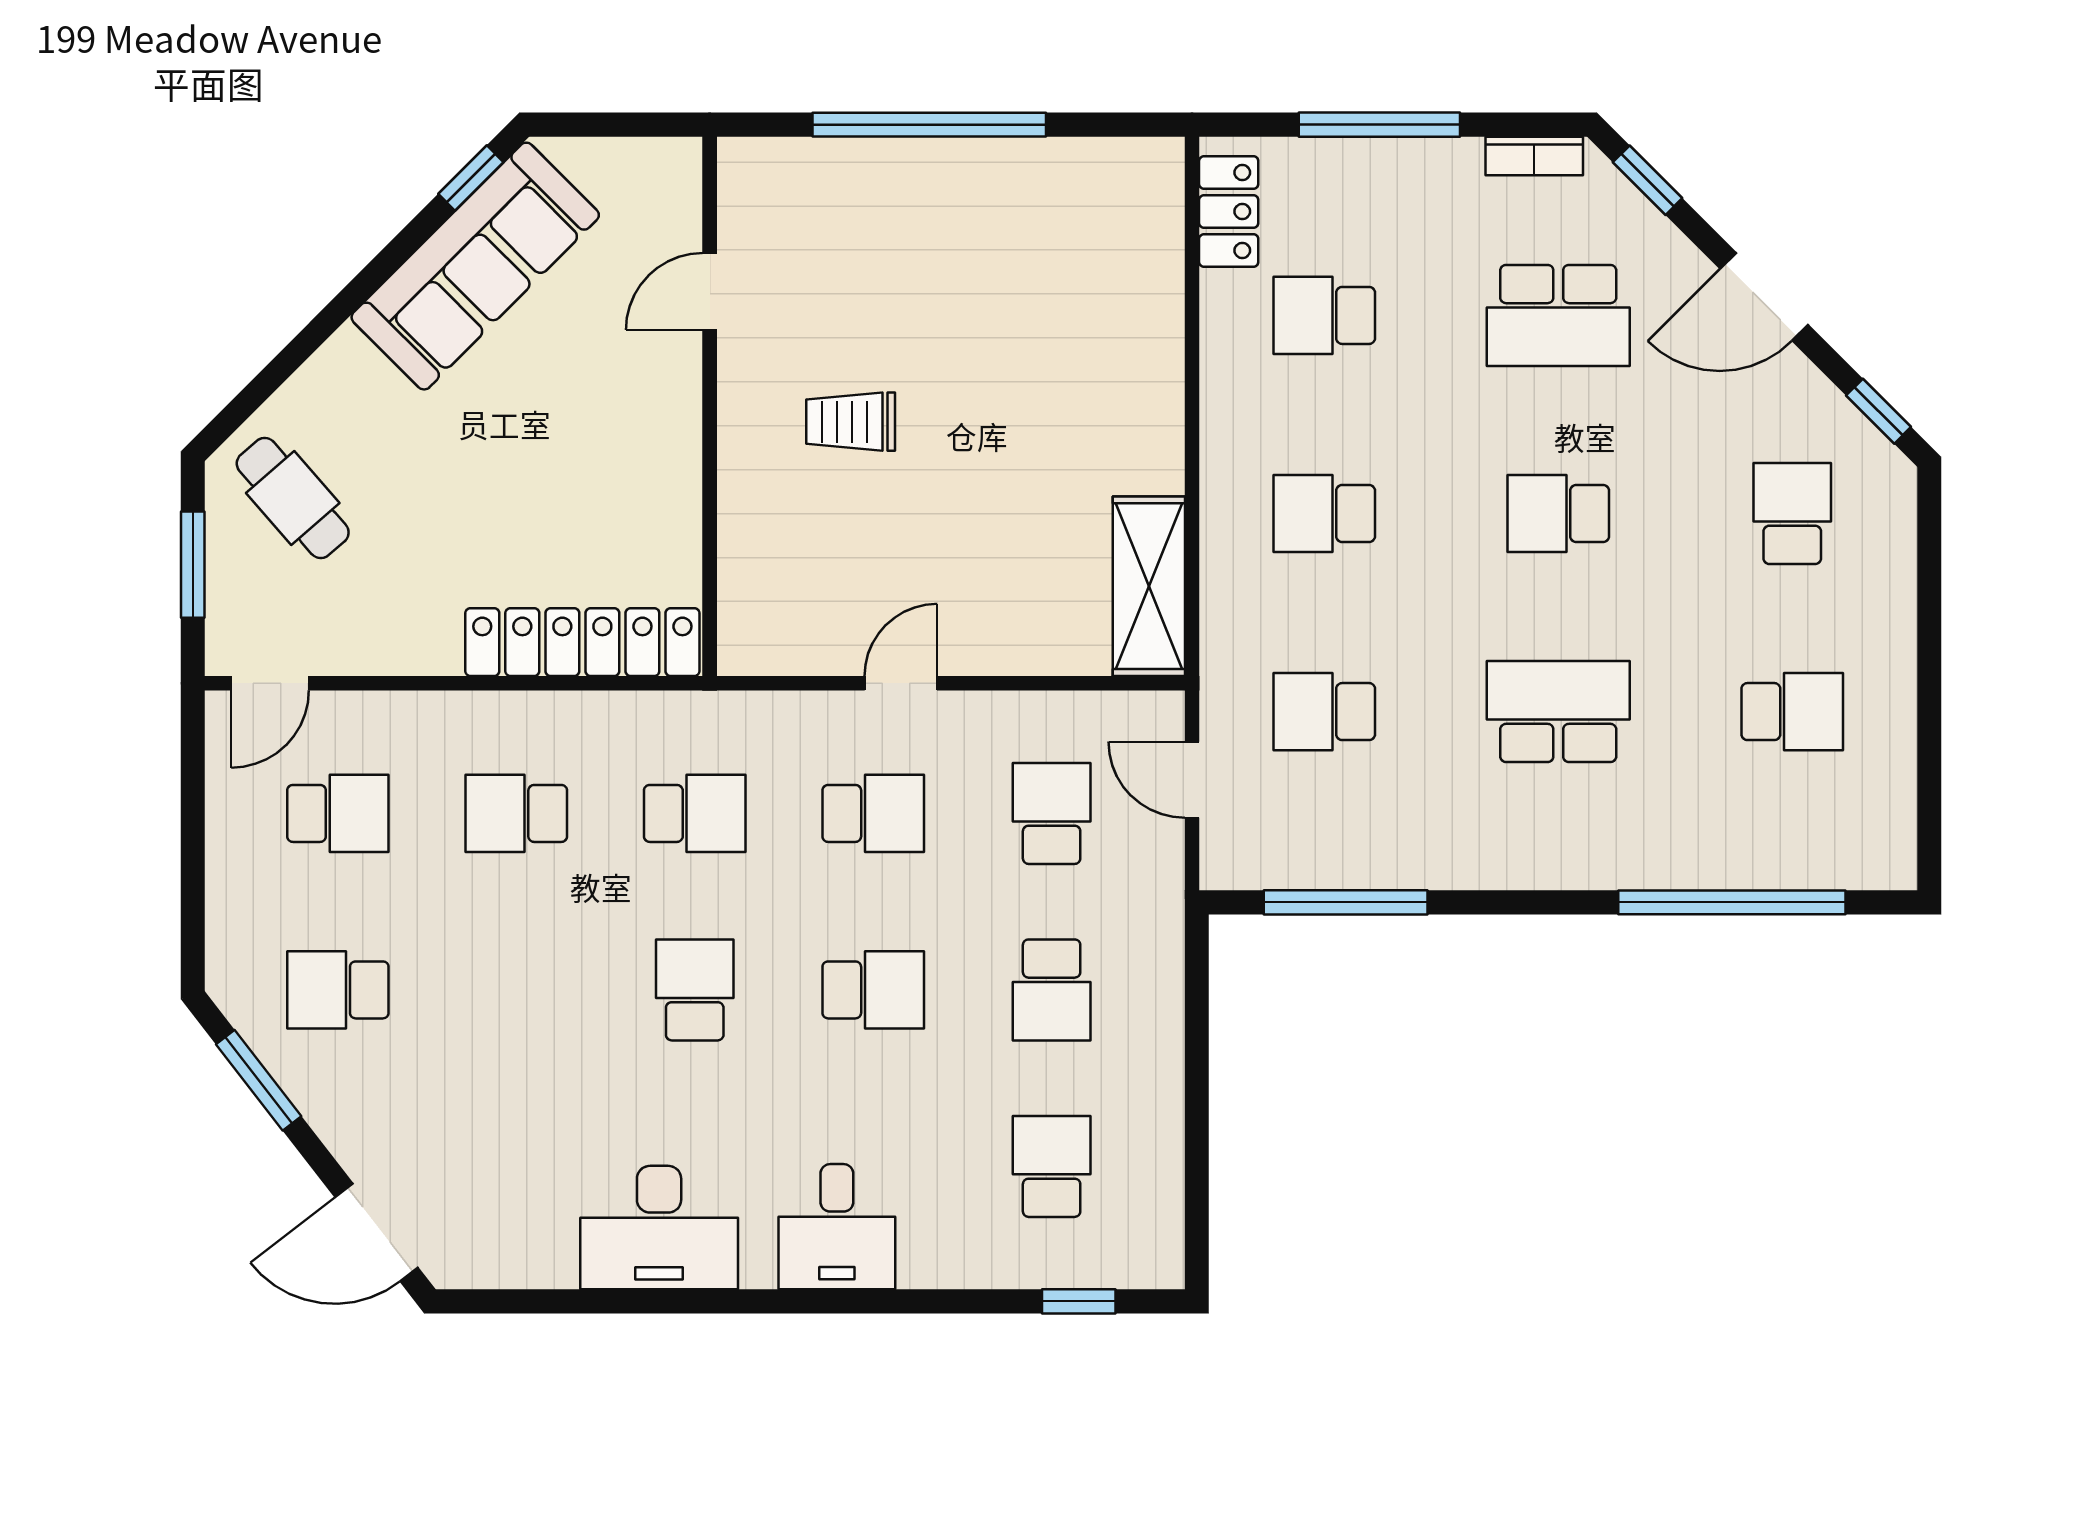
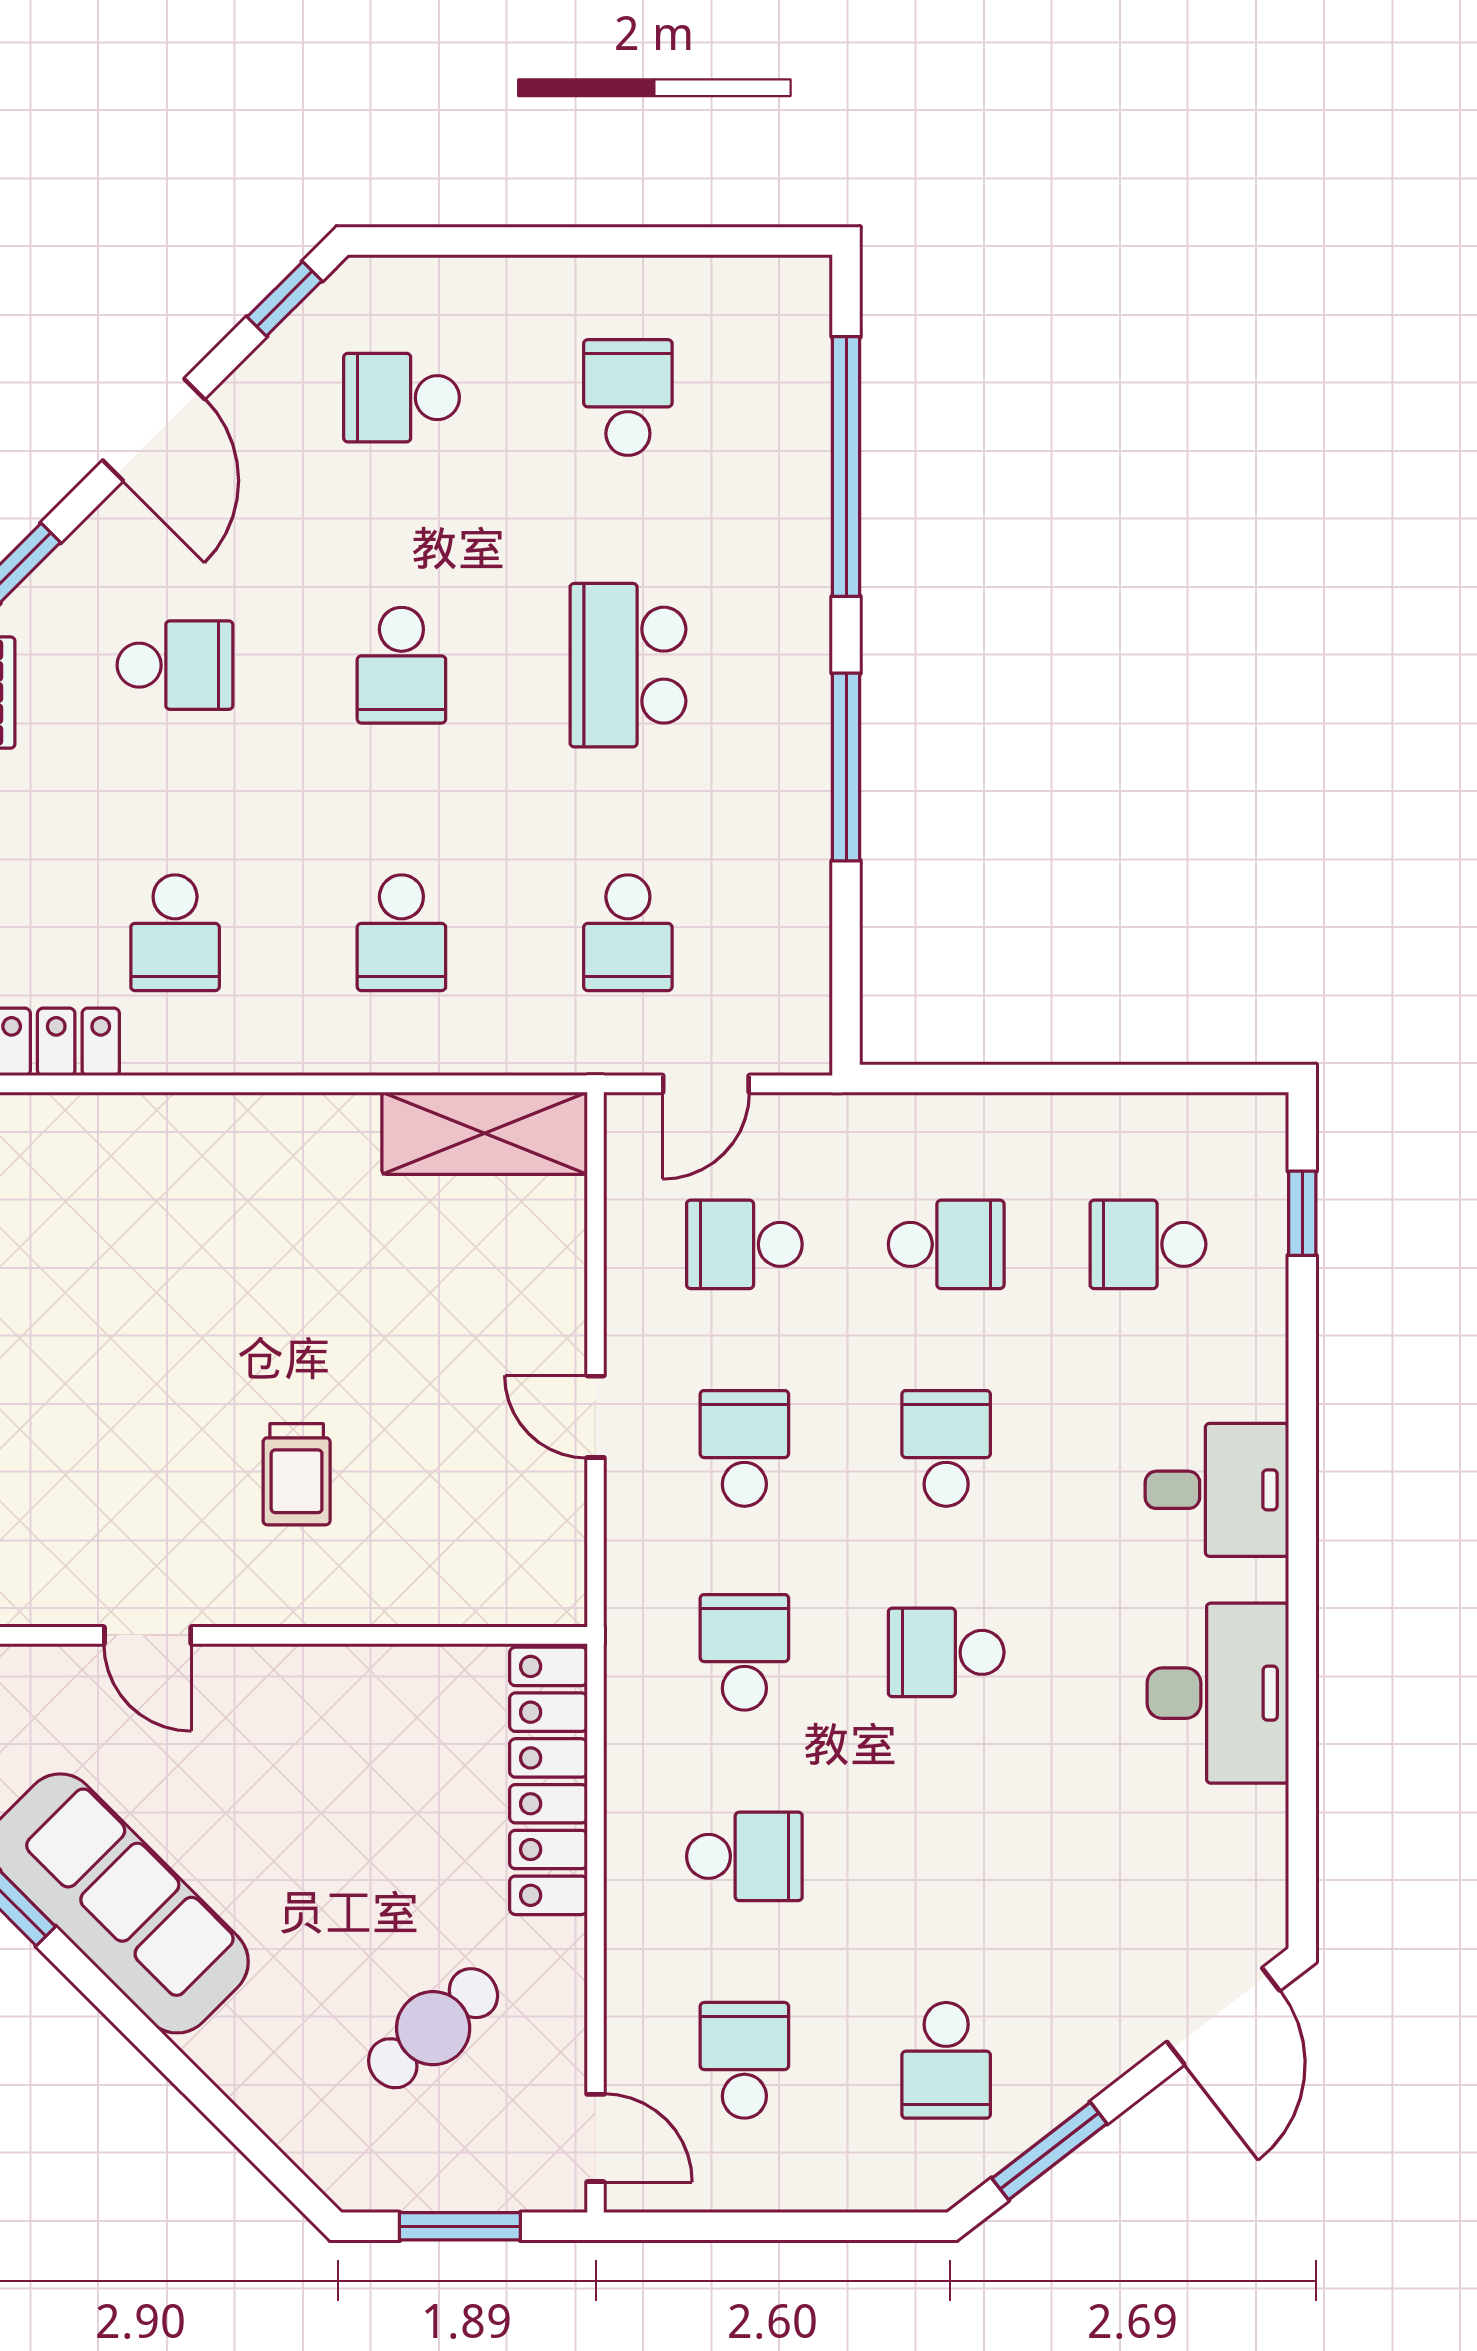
school desk: (1558, 315) -> (175, 665), width x0.54
cafe table: (293, 498) -> (433, 2028), moved
school desk: (516, 813) -> (744, 1856), turned -90
window: (1346, 902) -> (846, 767), moved

